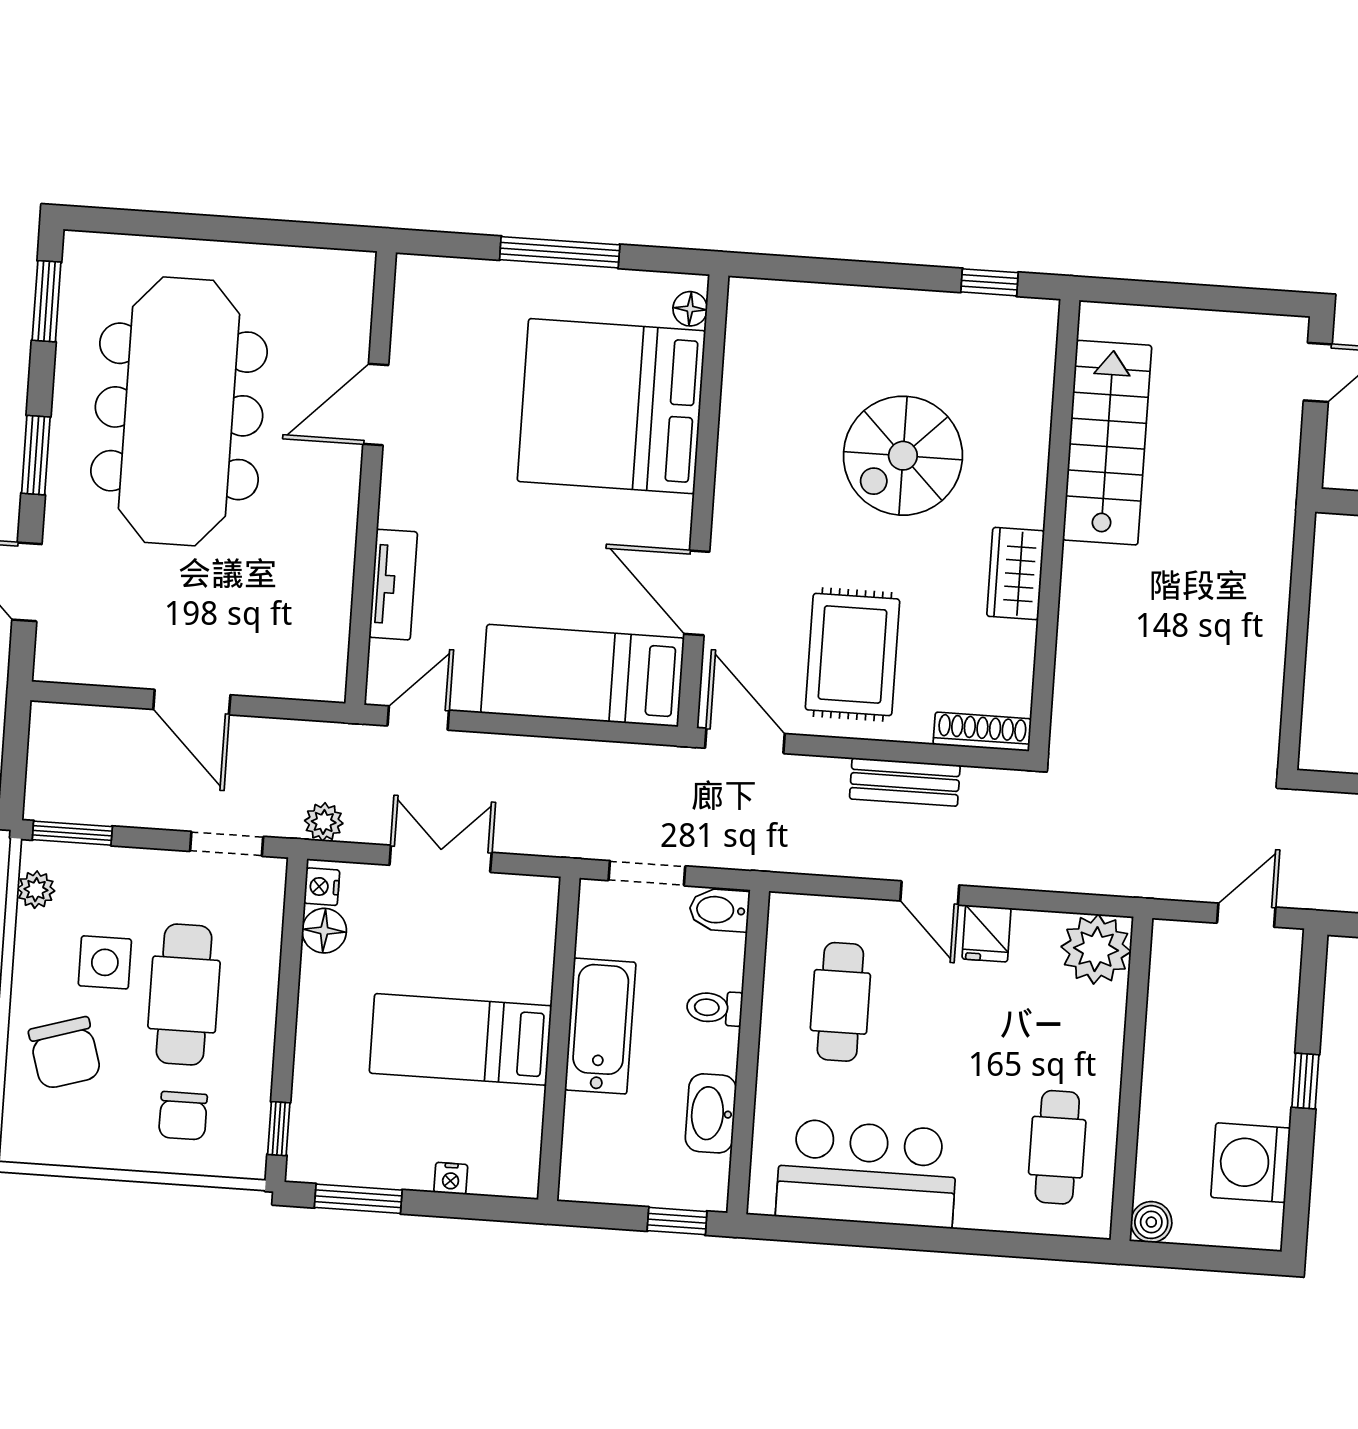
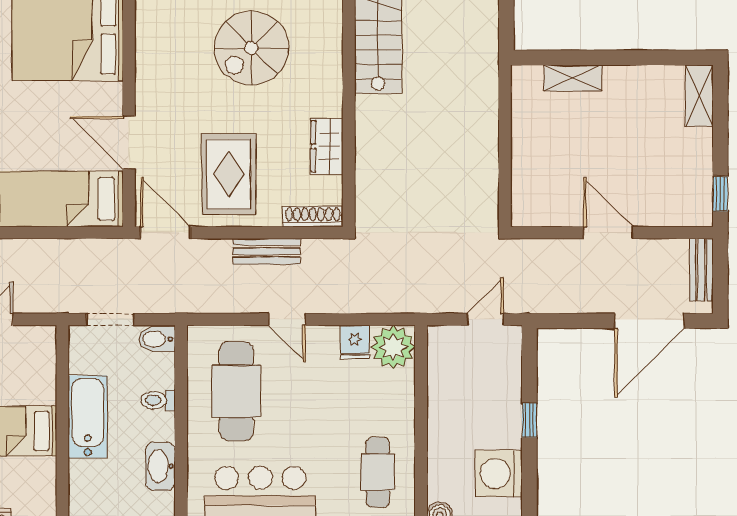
wardrobe: (1016, 574) -> (327, 146), moved
fridge: (987, 933) -> (355, 342), moved
cafe table: (840, 1002) -> (236, 391), width x1.37, depth x1.35

